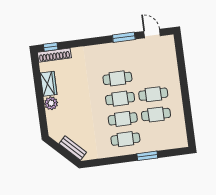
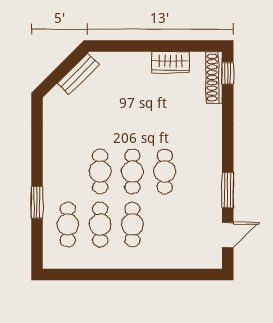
plant: (51, 103) -> (139, 62), removed
cafe table: (125, 139) -> (68, 224), moved
bench: (73, 148) -> (78, 74), moved

